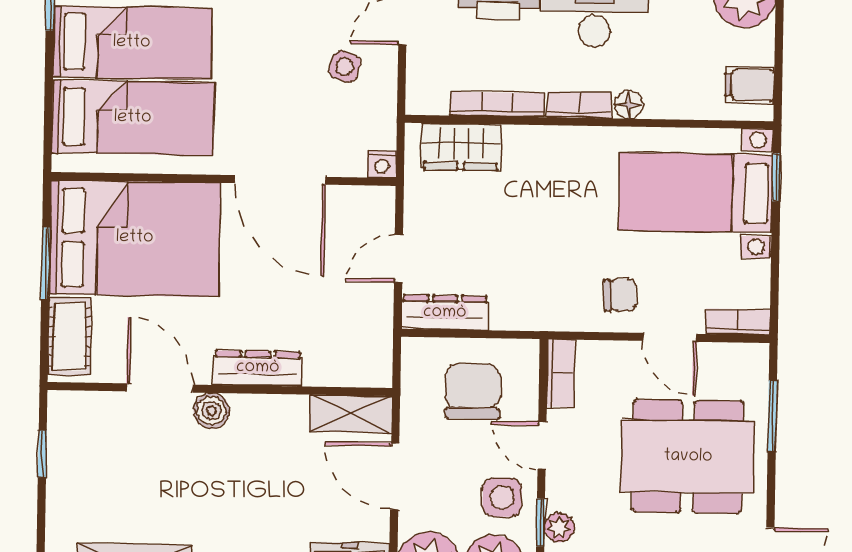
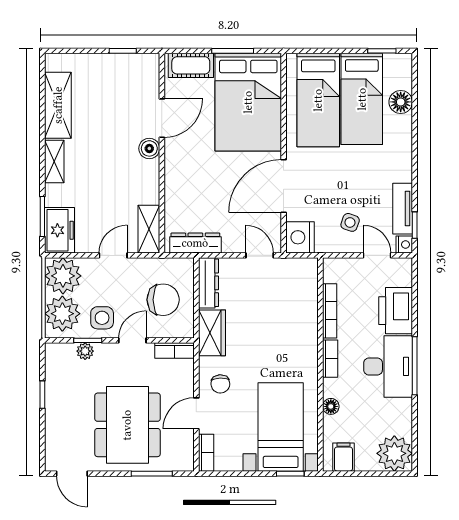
floor lamp: (629, 105) -> (331, 406), moved
wardrobe: (461, 147) -> (212, 333), moved, turned 180
nightstand: (382, 164) -> (300, 237), width x1.89, depth x1.79
door: (399, 259) -> (260, 255), moved
dresser: (258, 368) -> (195, 243), moved, turned -90
door: (395, 476) -> (113, 255), width x0.73

